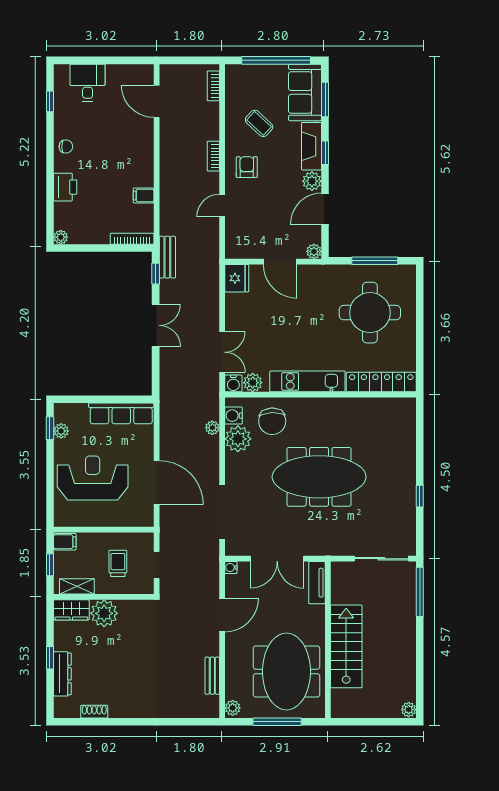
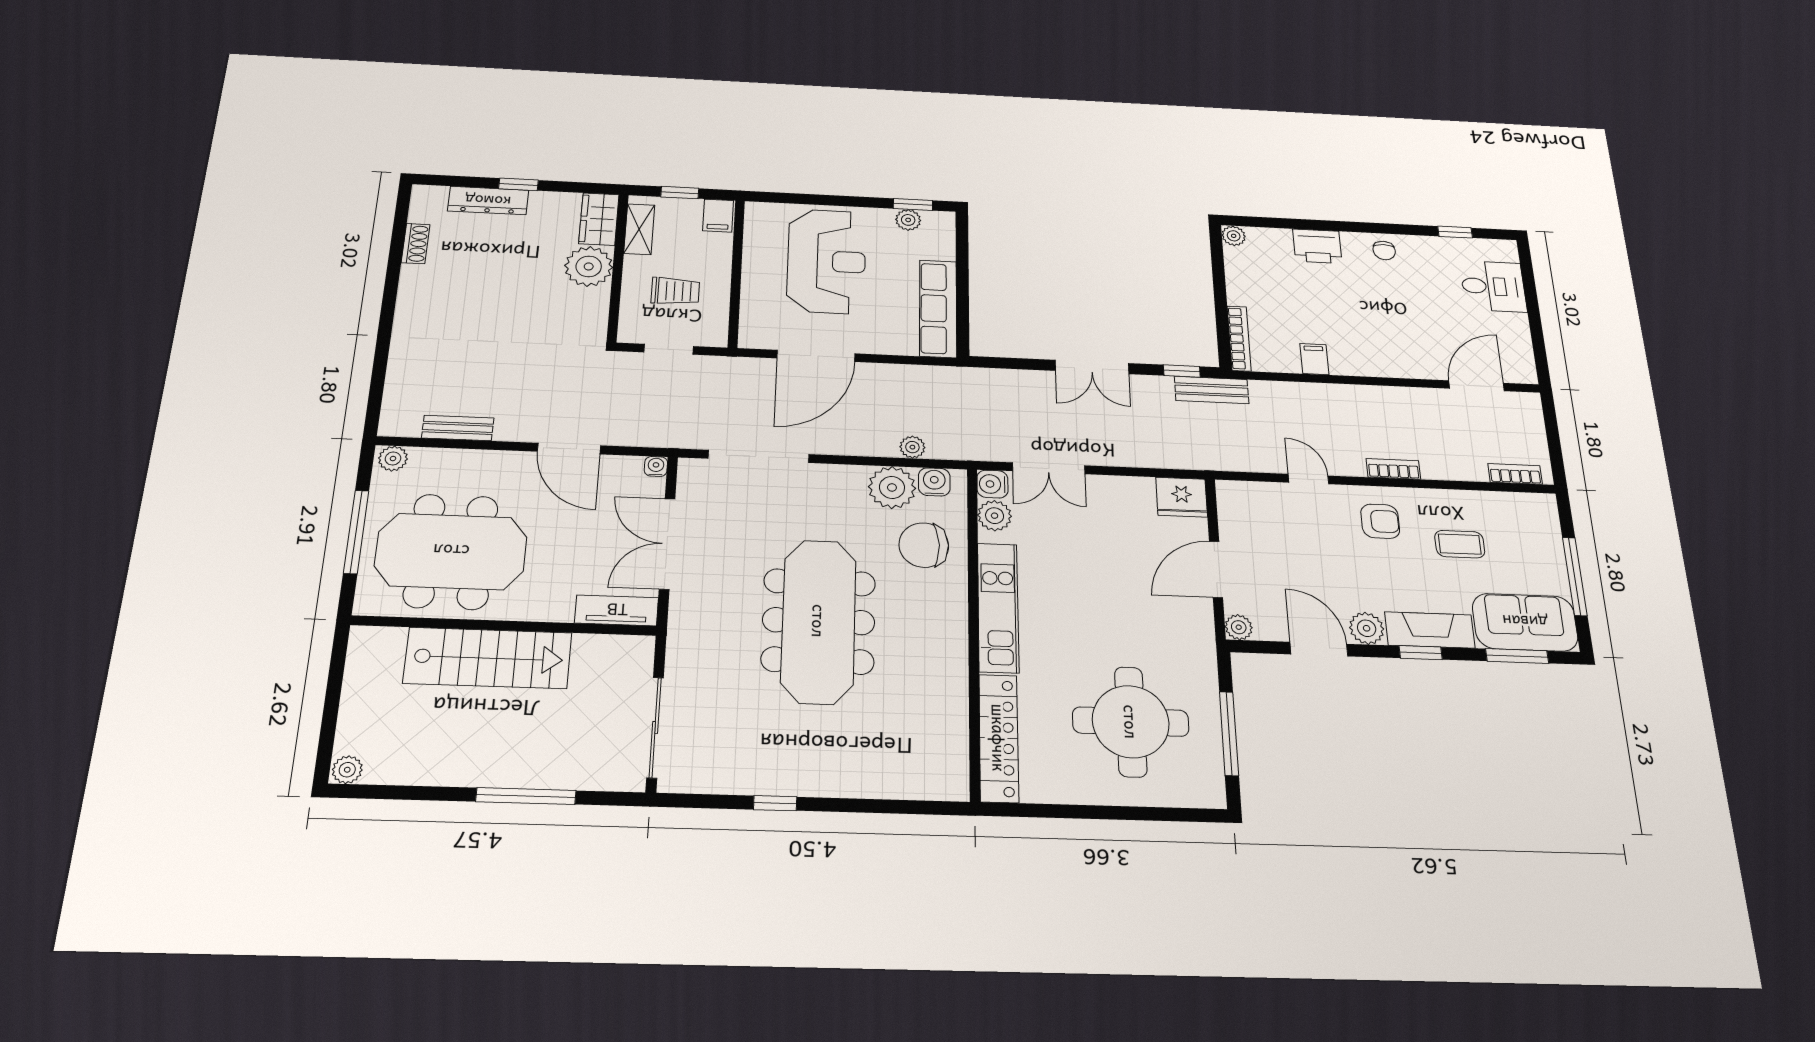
window: (276, 60) -> (1575, 576), width x0.68
coffee table: (259, 123) -> (1460, 544), turned 47
window: (420, 592) -> (526, 796), moved

